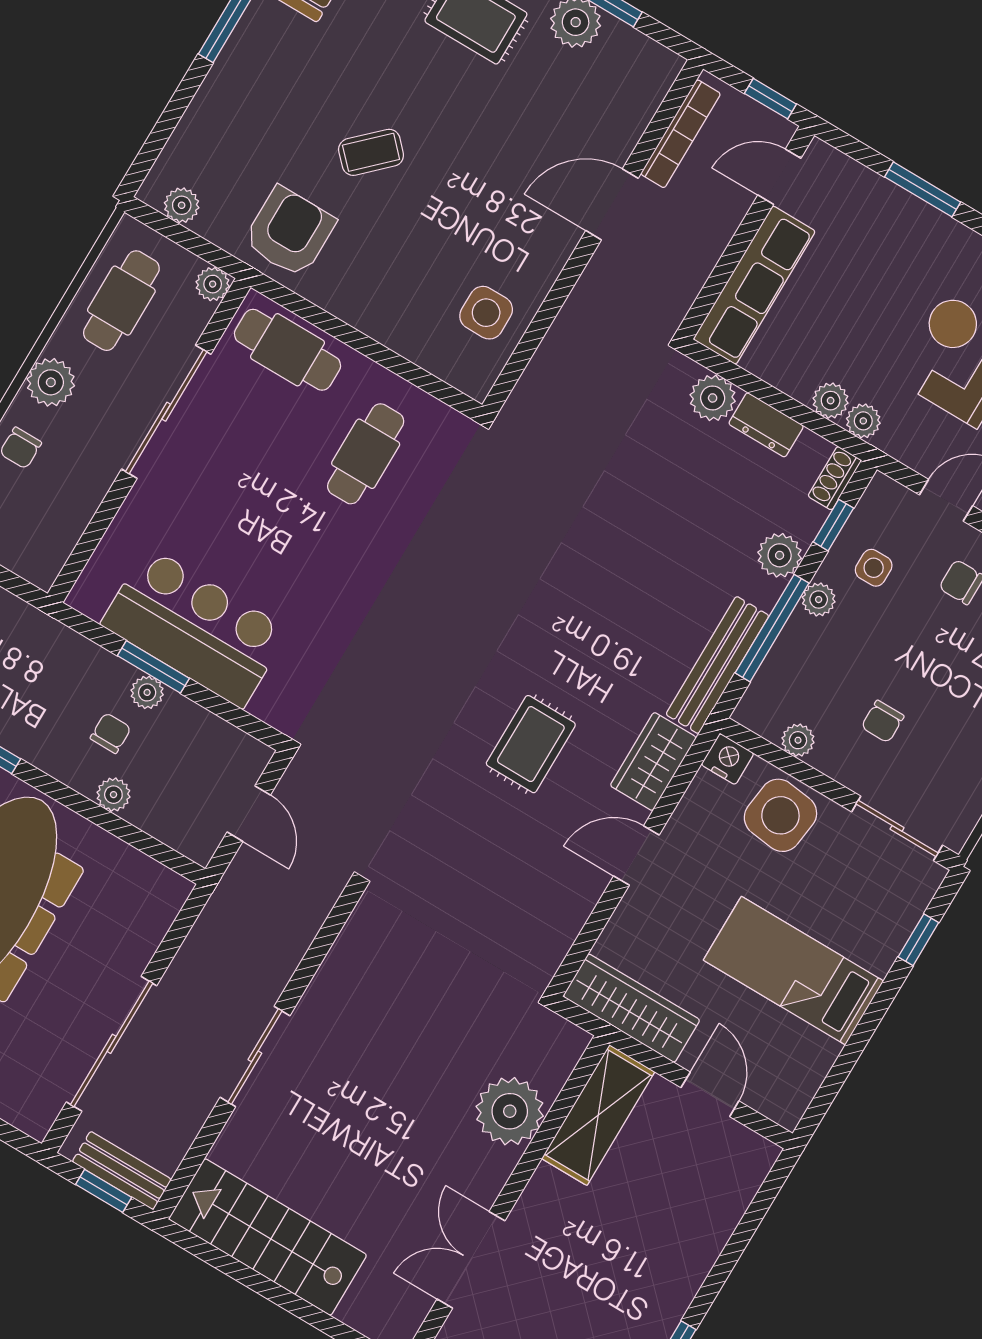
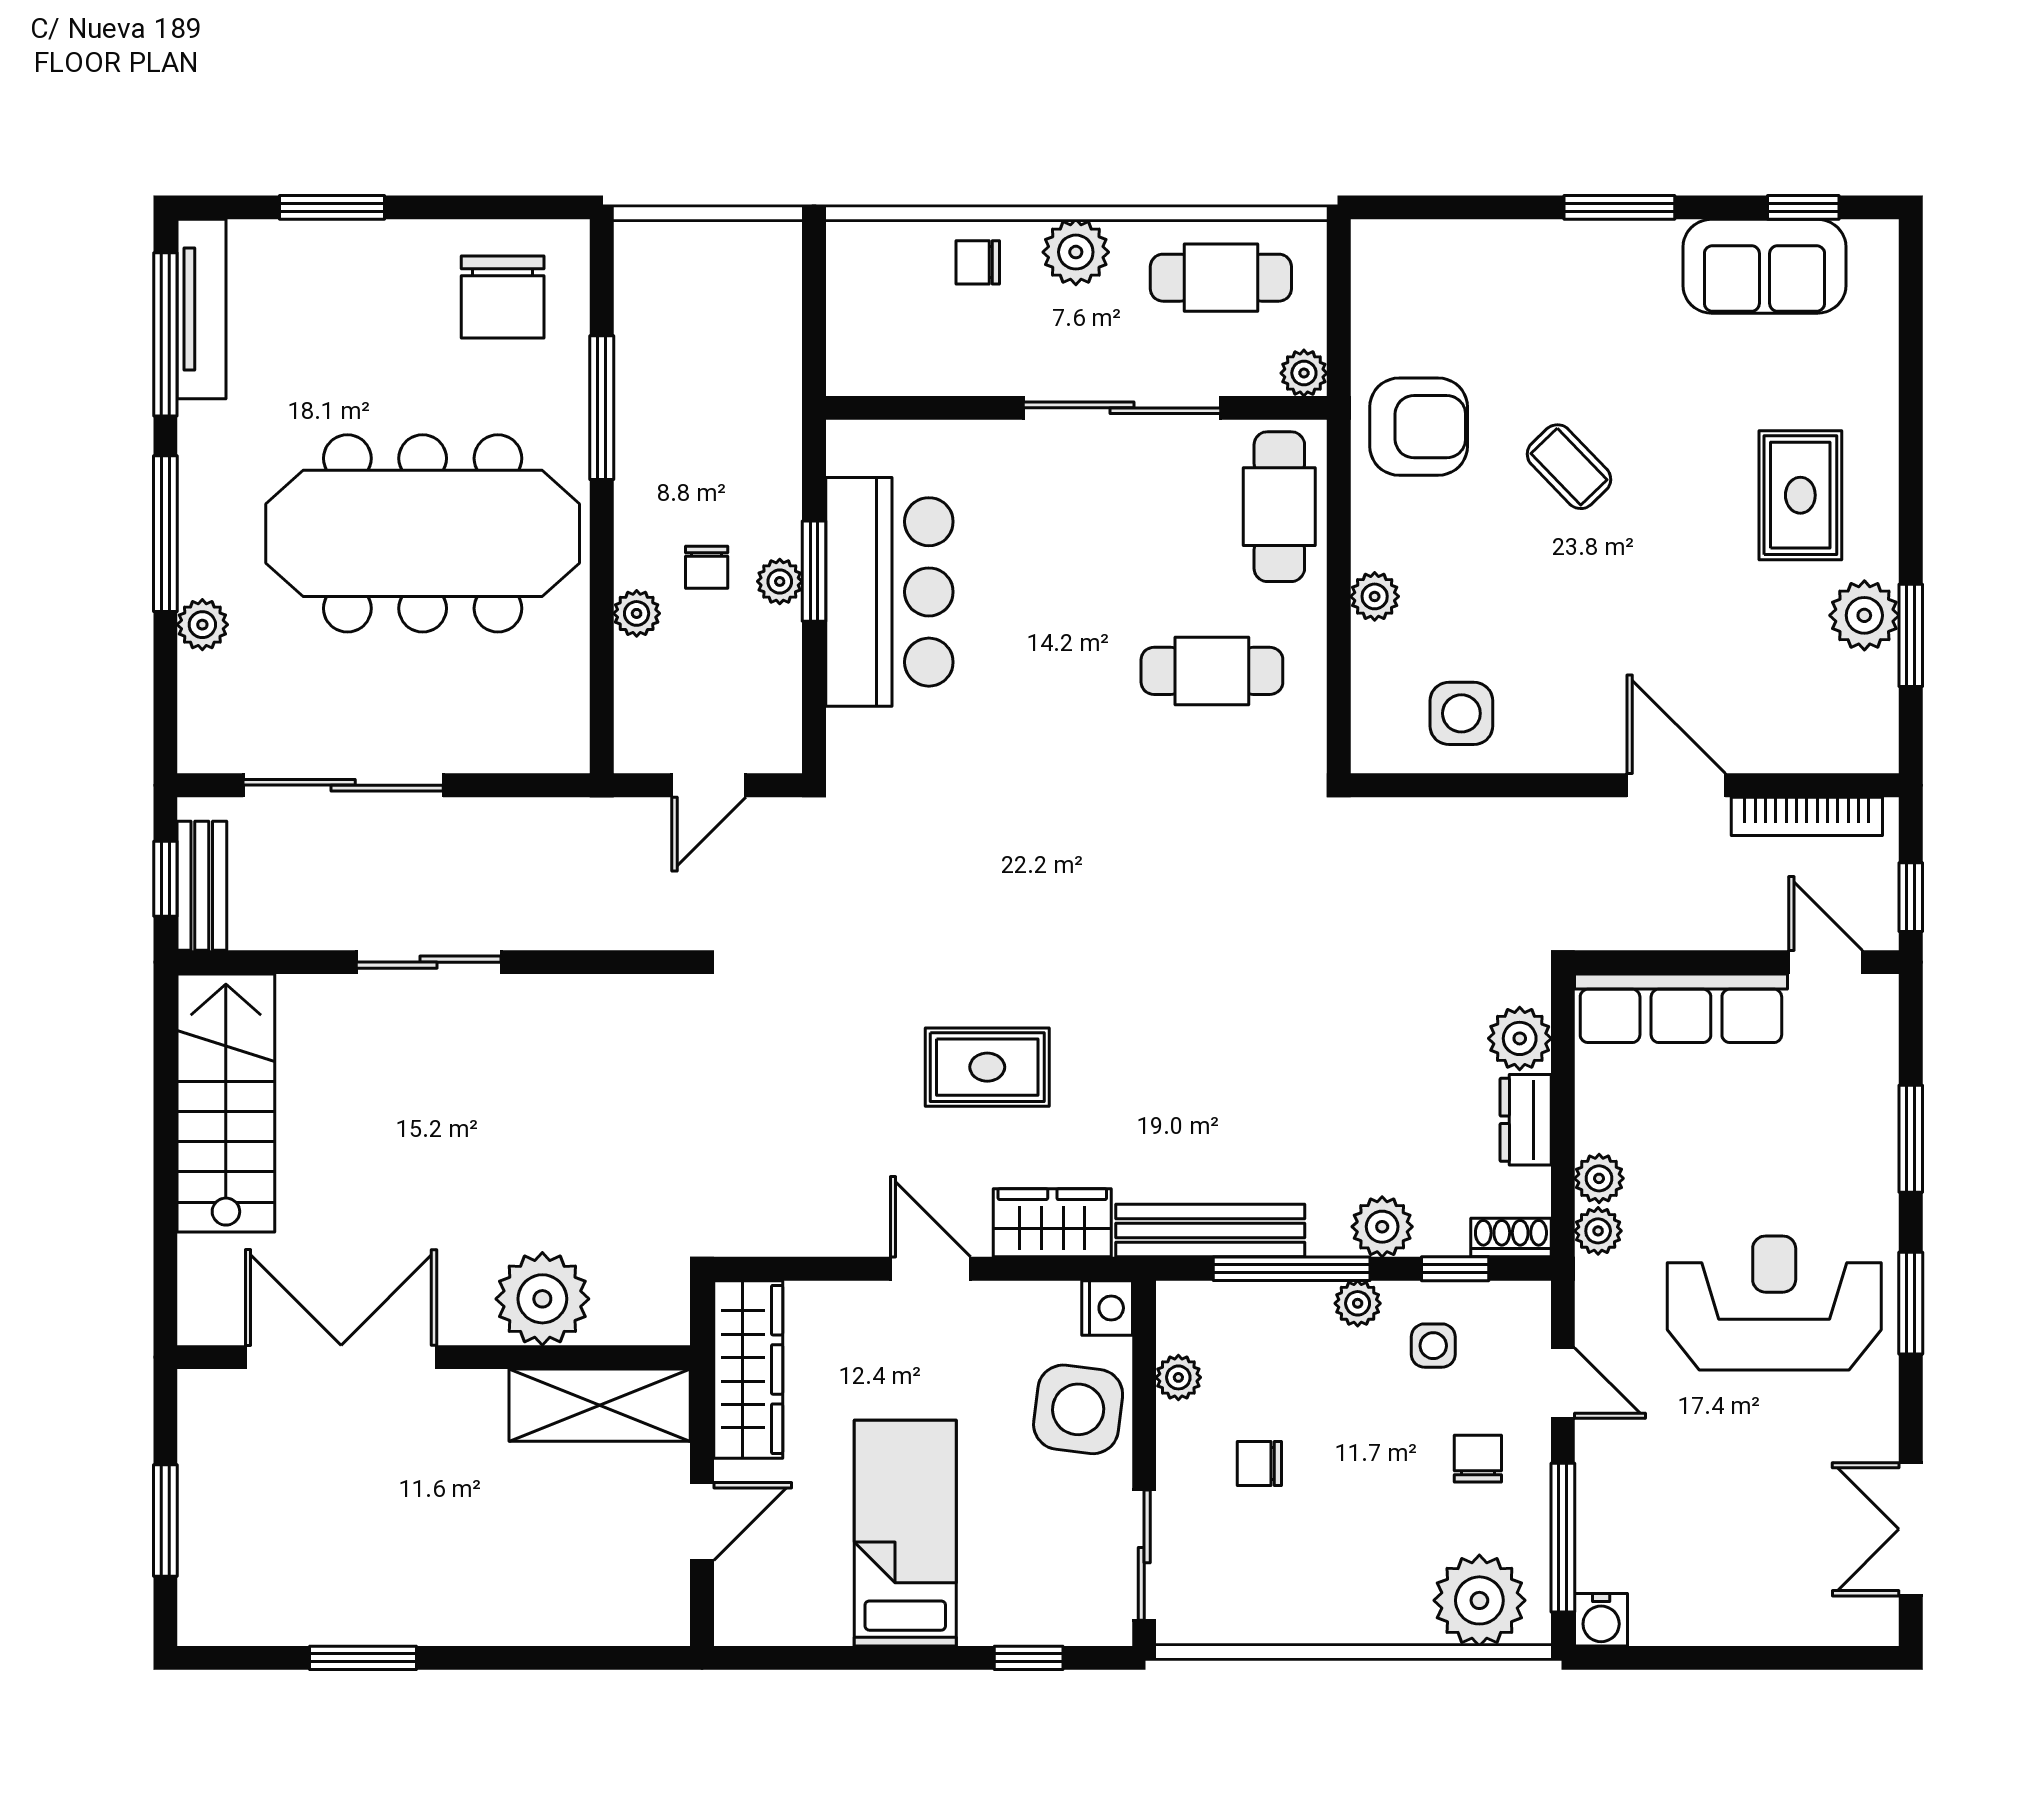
plant: (182, 205) -> (1375, 596), moved
chair: (111, 733) -> (707, 567), turned 90
double door: (471, 1260) -> (341, 1357), width x1.37

